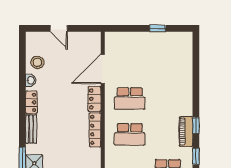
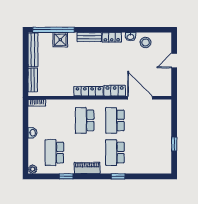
school desk: (168, 99) -> (115, 153), added
window: (196, 126) -> (118, 176), moved

